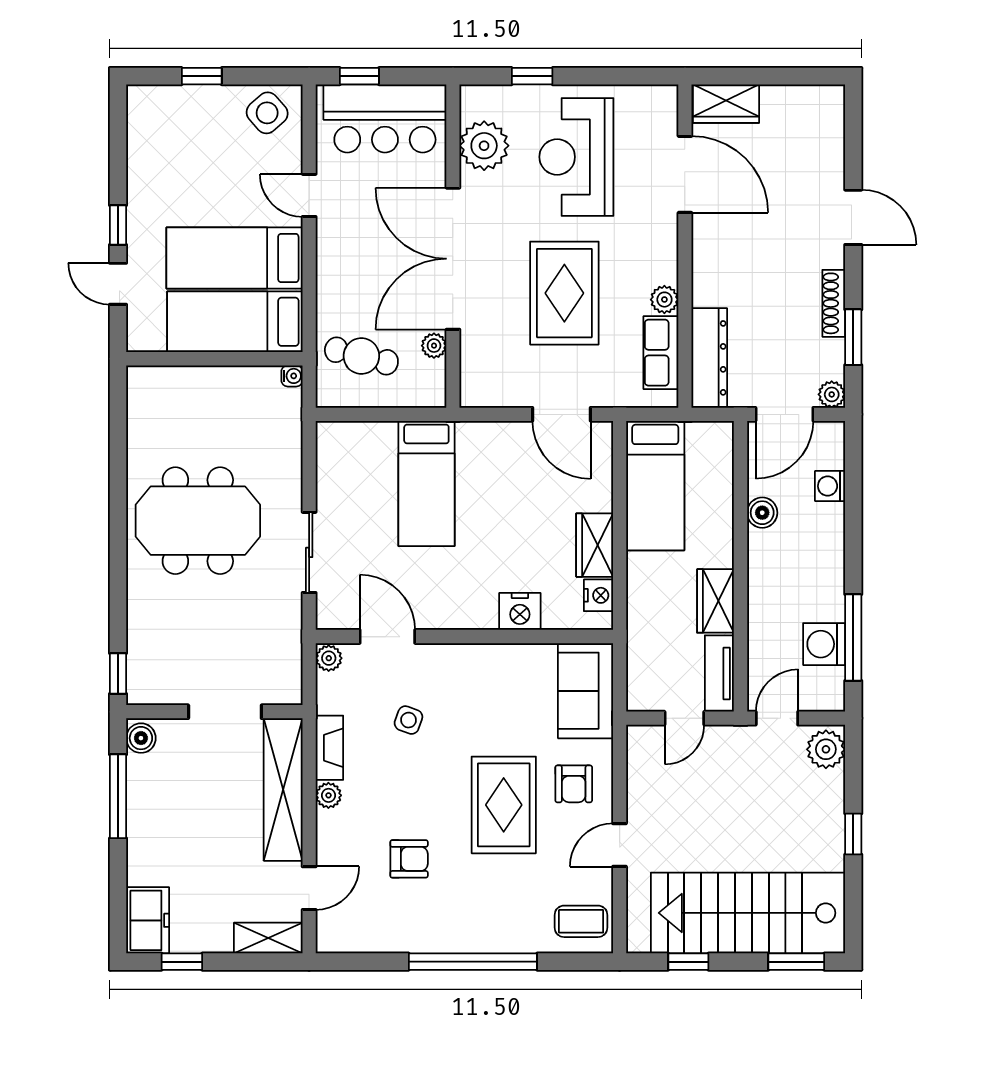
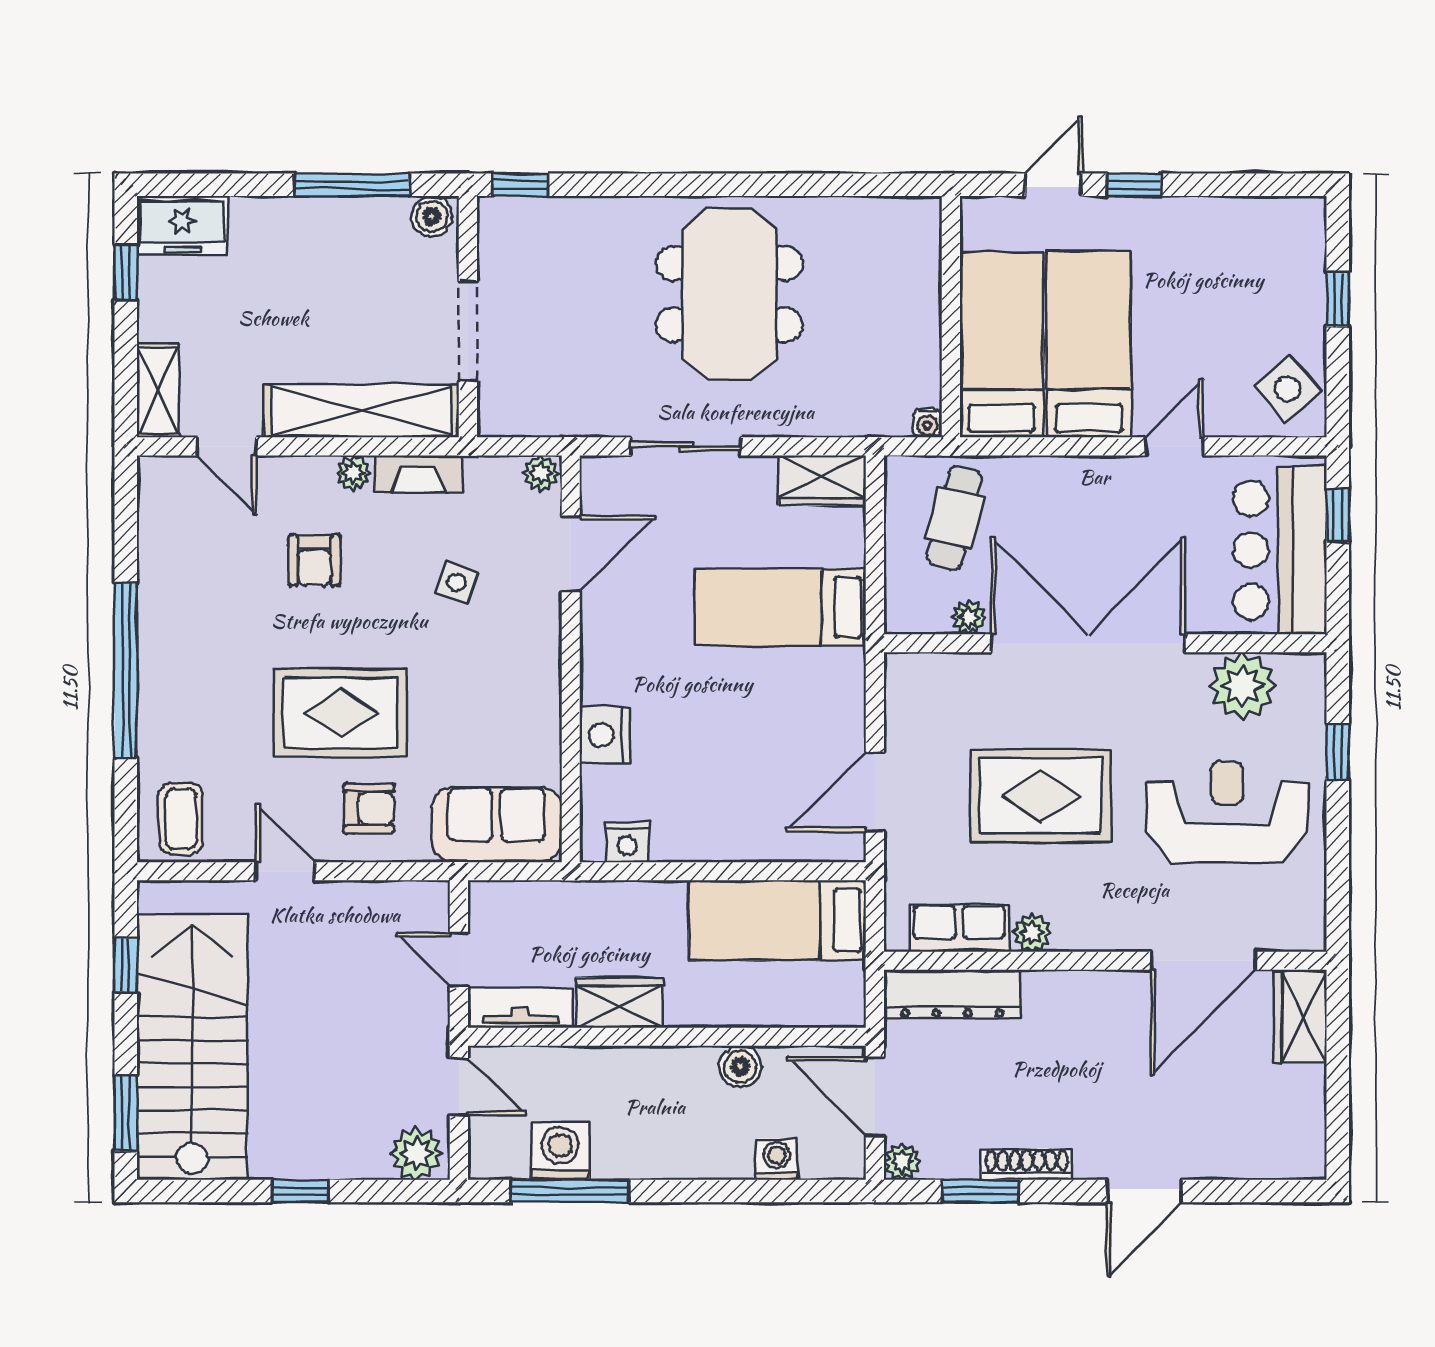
wardrobe: (595, 545) -> (822, 481), moved, turned 180
armchair: (574, 784) -> (369, 808), turned 180
armchair: (409, 859) -> (314, 560), moved

